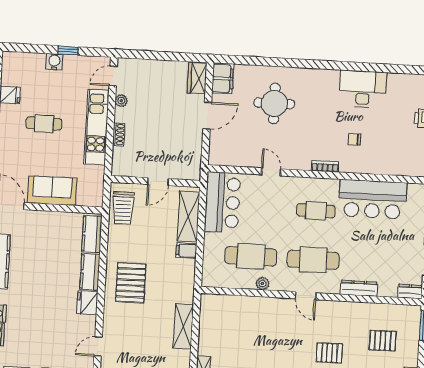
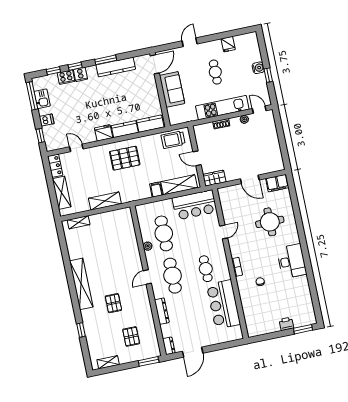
wardrobe: (197, 78) -> (214, 178), moved
desk: (363, 89) -> (292, 261), moved

